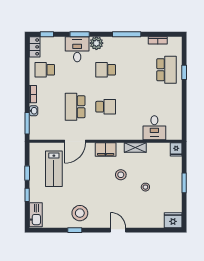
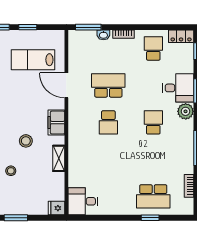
desk: (154, 128) -> (83, 201), moved

